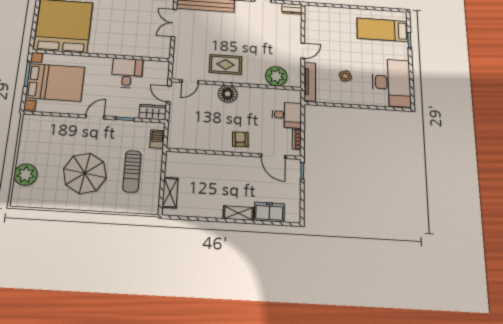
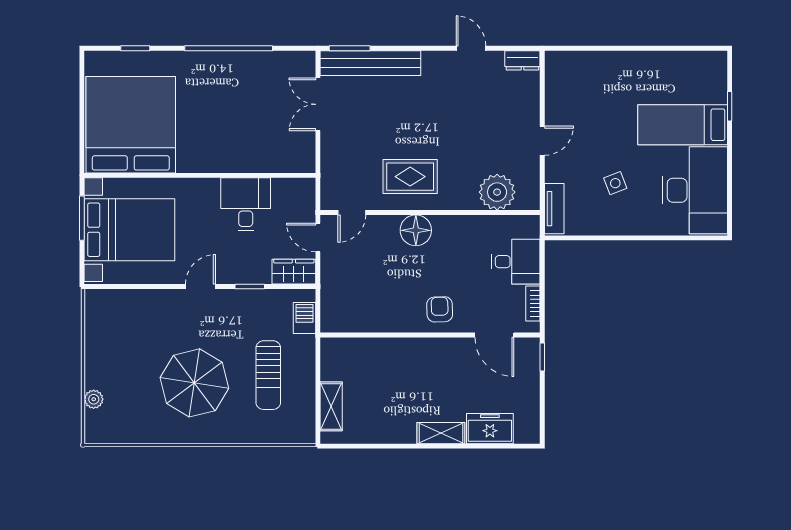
bed: (382, 30) -> (683, 125), moved
tv unit: (310, 82) -> (554, 209), width x0.71
plant: (26, 175) -> (94, 399), width x0.53, depth x0.53

